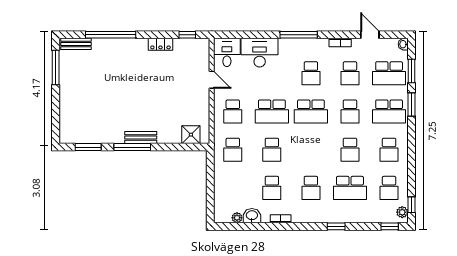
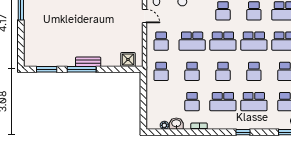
school desk: (350, 111) -> (254, 41), width x1.85
school desk: (311, 150) -> (223, 71), added
school desk: (311, 188) -> (223, 102), width x1.85

